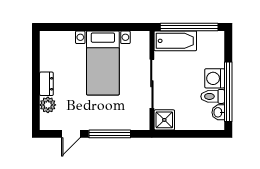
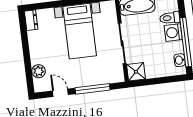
dresser: (46, 84) -> (31, 20), moved
toilet: (213, 96) -> (170, 18), moved
door: (71, 134) -> (60, 93), swing flipped

